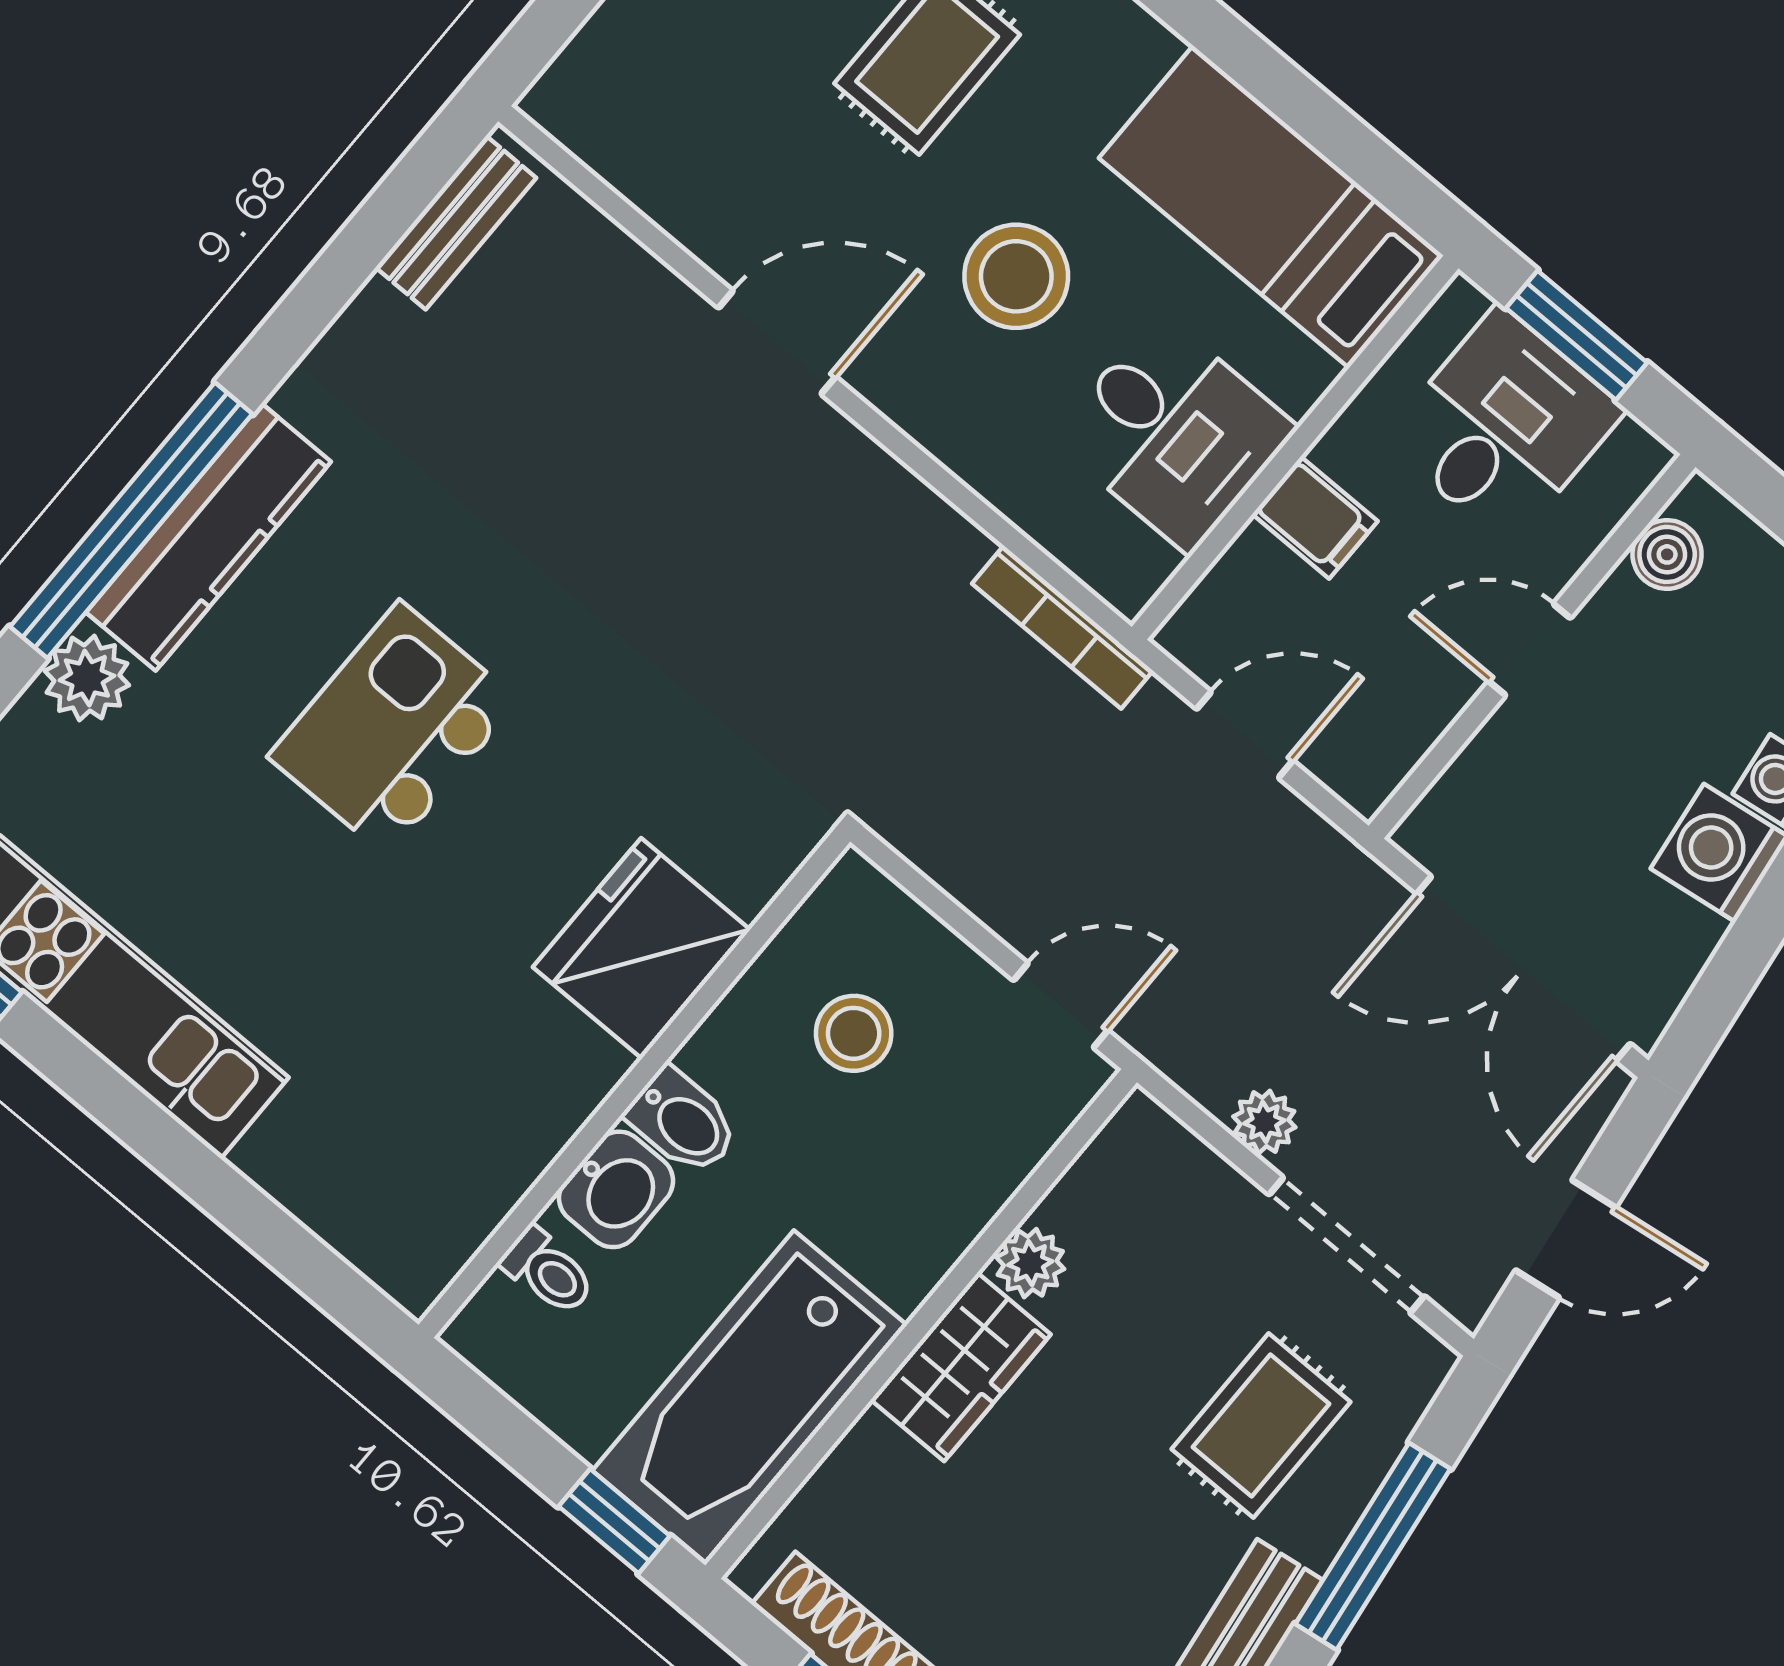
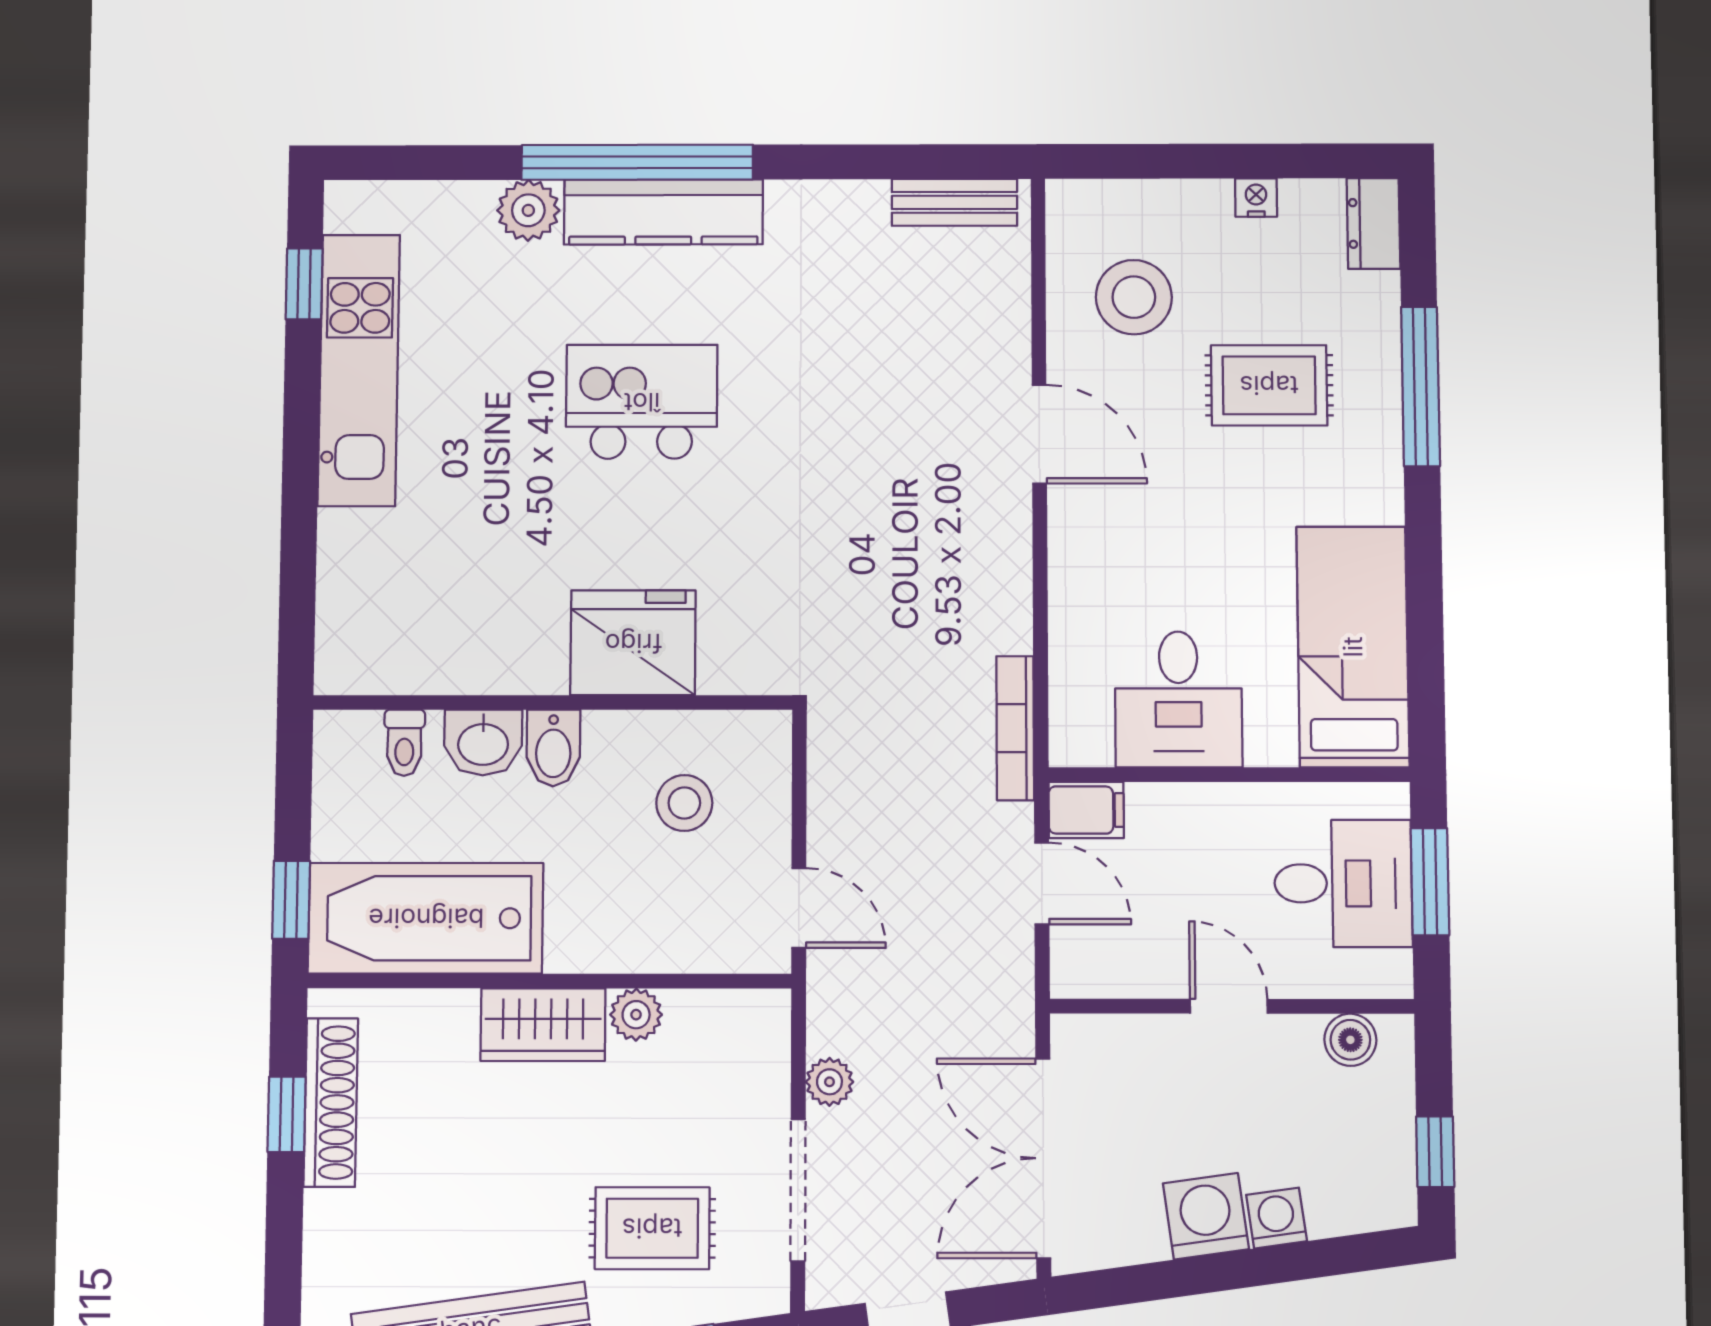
stool: (1016, 276) -> (1134, 297), moved
filing cabinet: (1315, 518) -> (1086, 810), moved, turned -90

